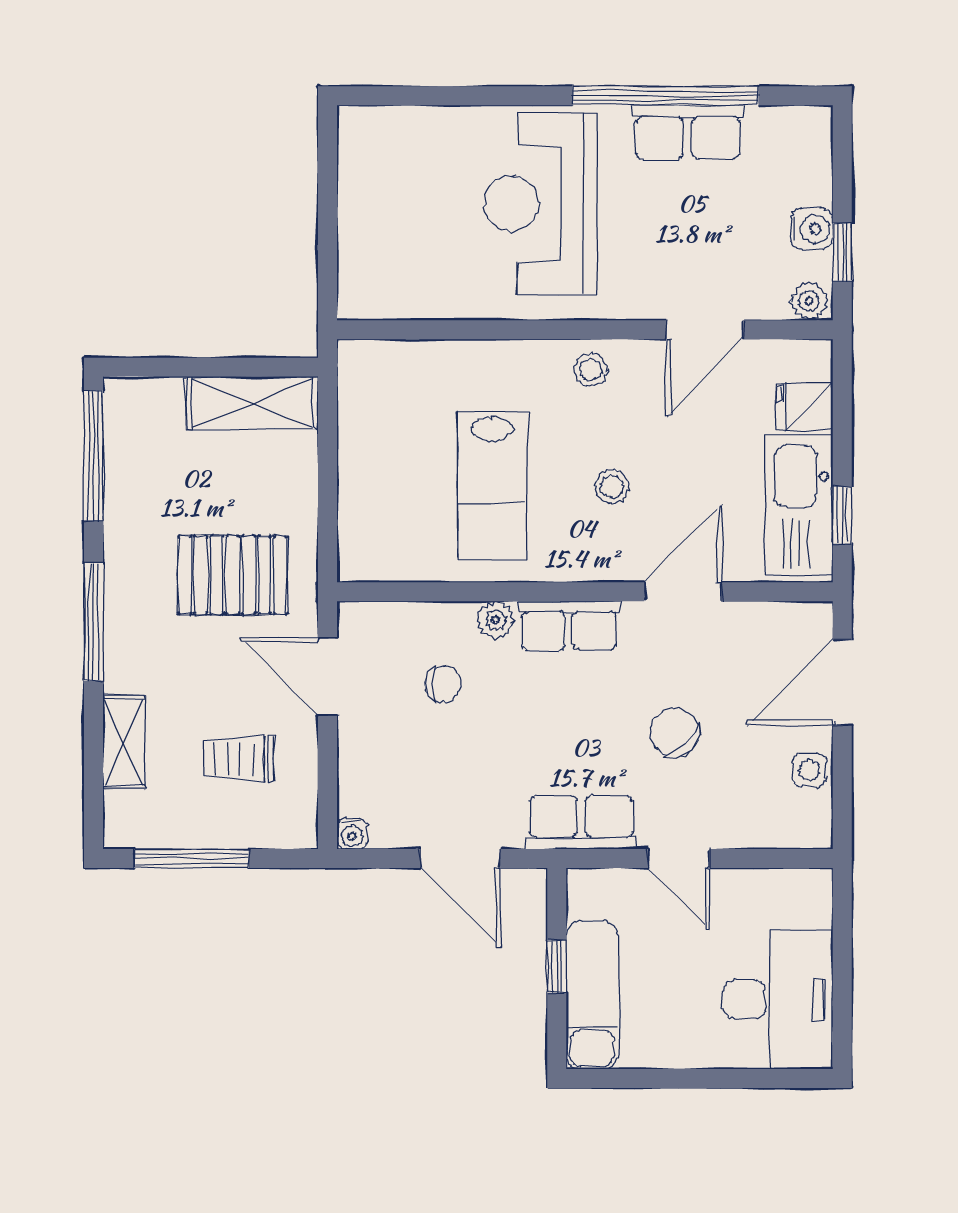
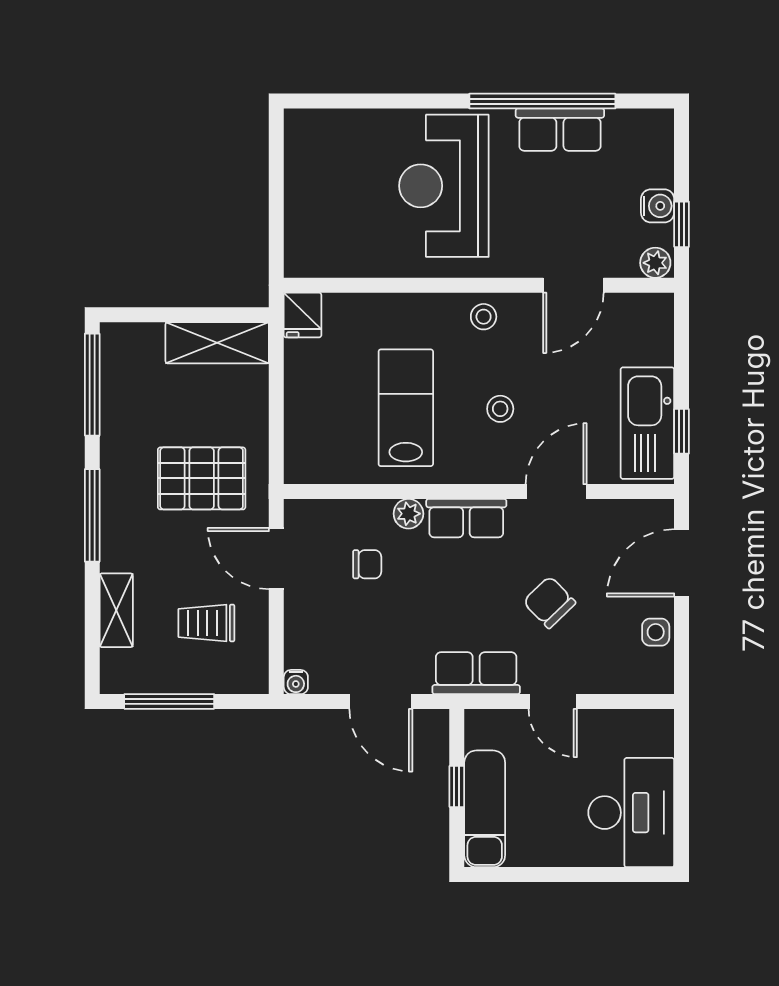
fridge: (804, 406) -> (302, 315), moved, turned -90
lab bench: (492, 485) -> (406, 408), turned 180

